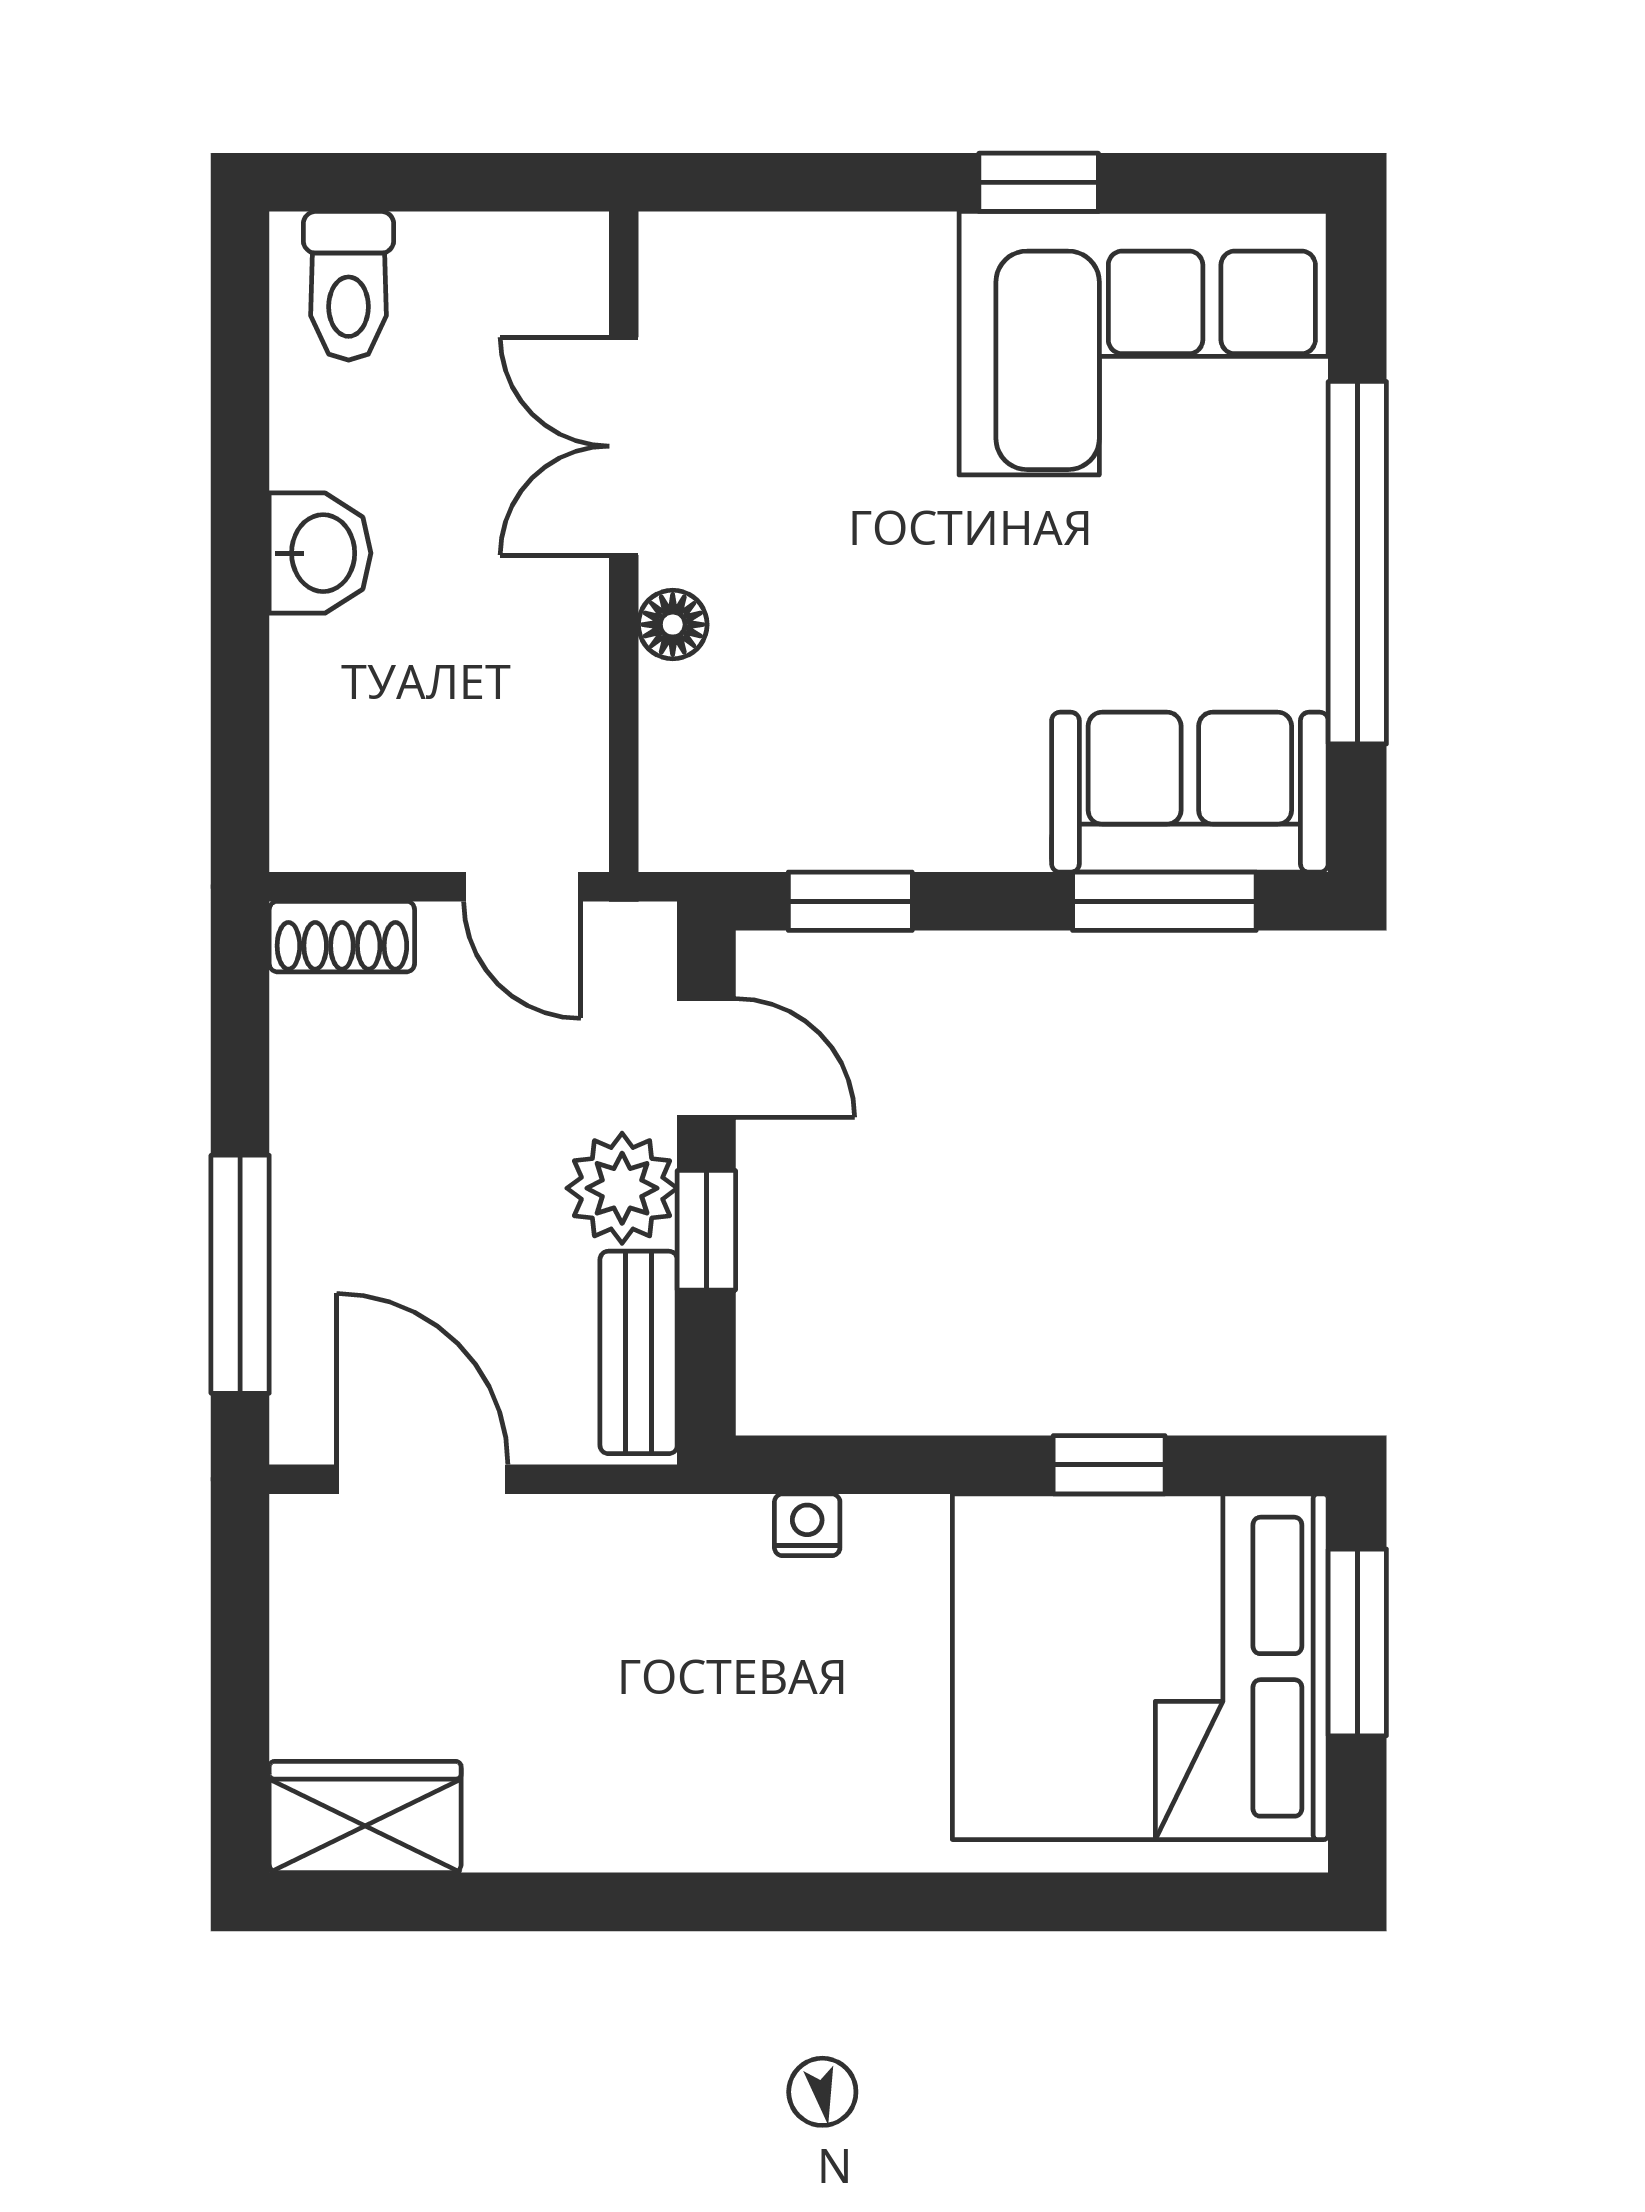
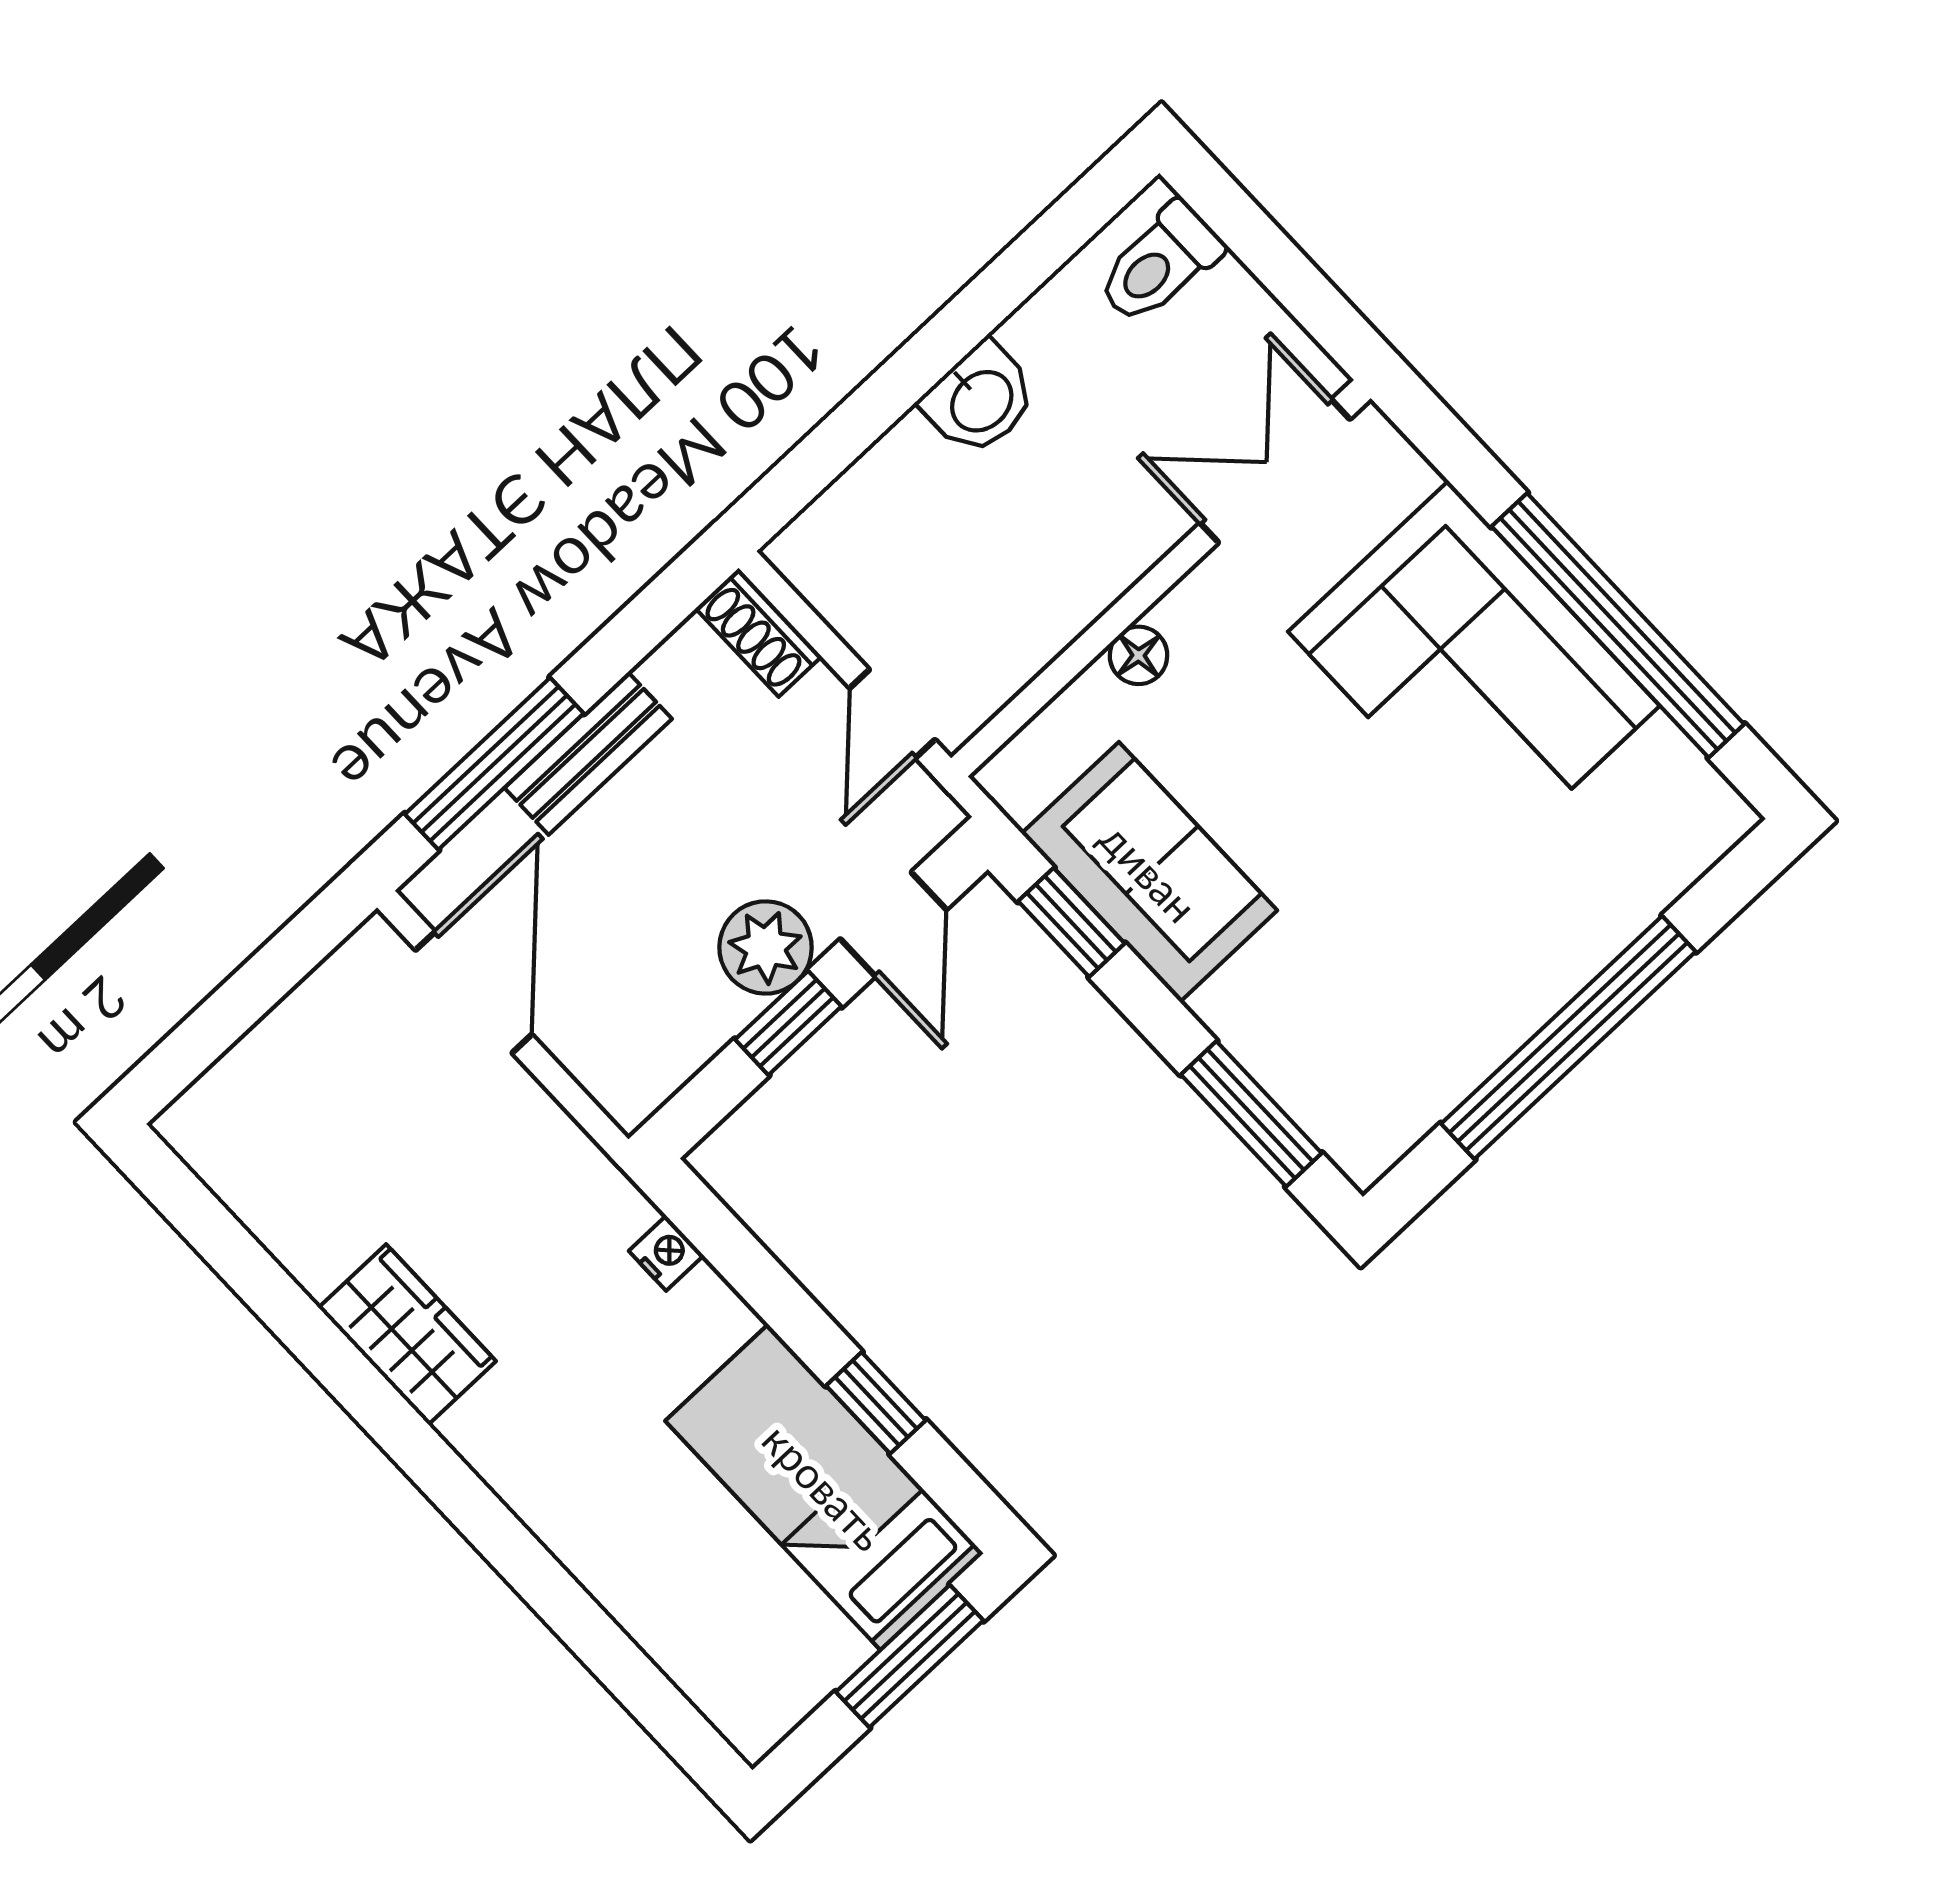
window: (1039, 182) -> (1618, 625), width x3.17
corner sofa: (1144, 343) -> (1474, 669), moved
double door: (624, 446) -> (1275, 471), moved
sofa: (1190, 792) -> (1149, 872), moved
bench: (639, 1352) -> (588, 753), moved
bed: (1140, 1667) -> (824, 1487), width x0.49
wardrobe: (365, 1817) -> (407, 1334), moved

